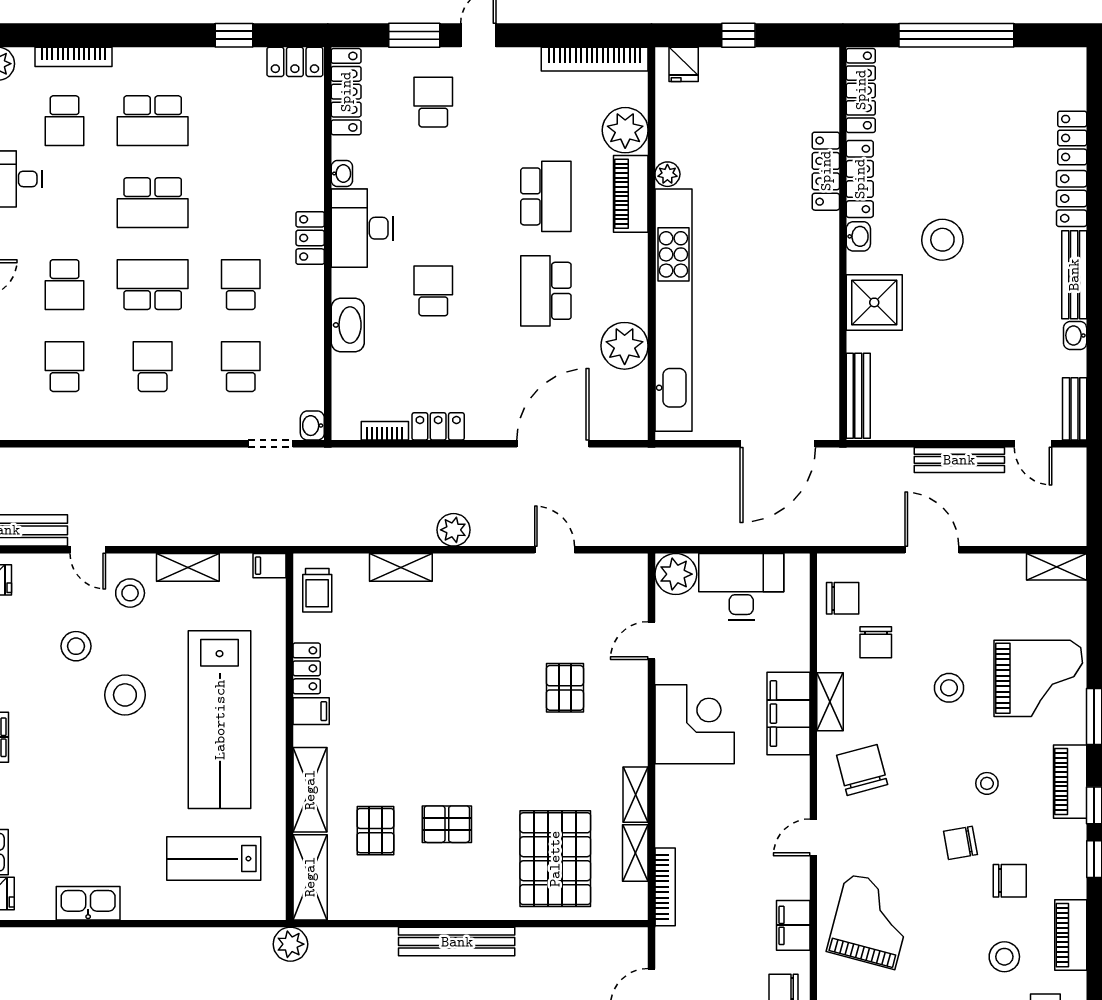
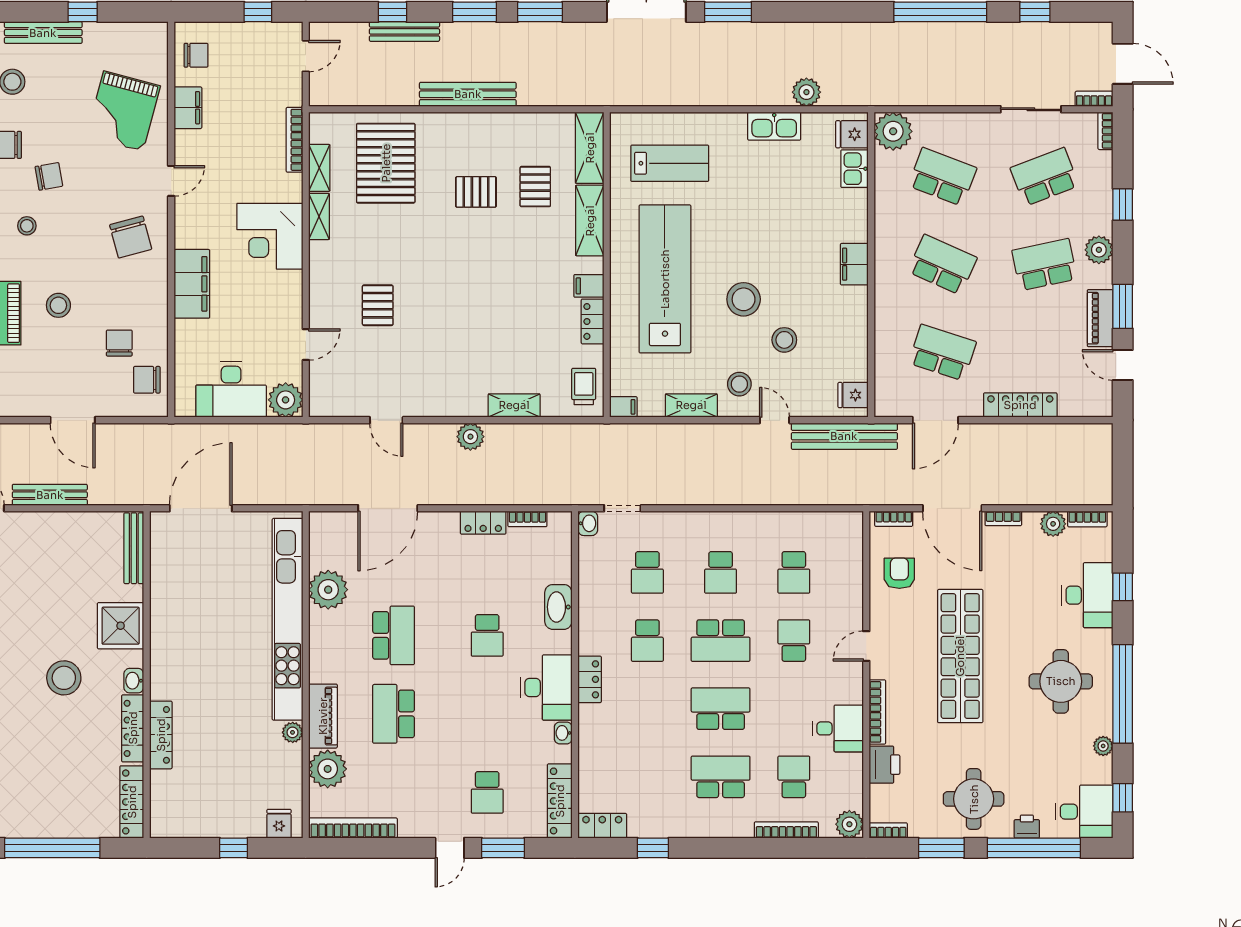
shelving: (830, 702) -> (157, 294), removed
corner desk: (695, 724) -> (270, 236), moved
plant: (290, 944) -> (806, 92), moved

